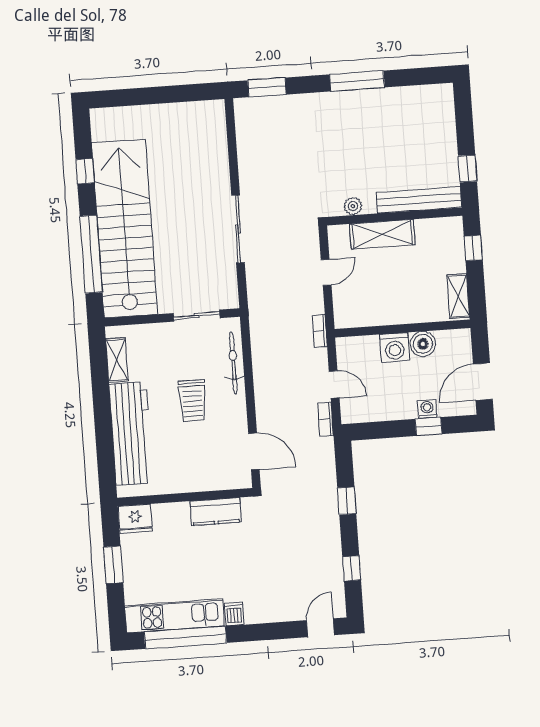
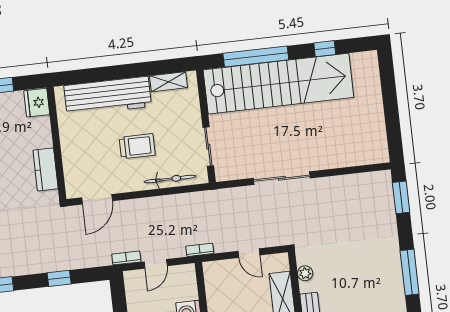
trolley: (192, 401) -> (137, 146), turned 180

